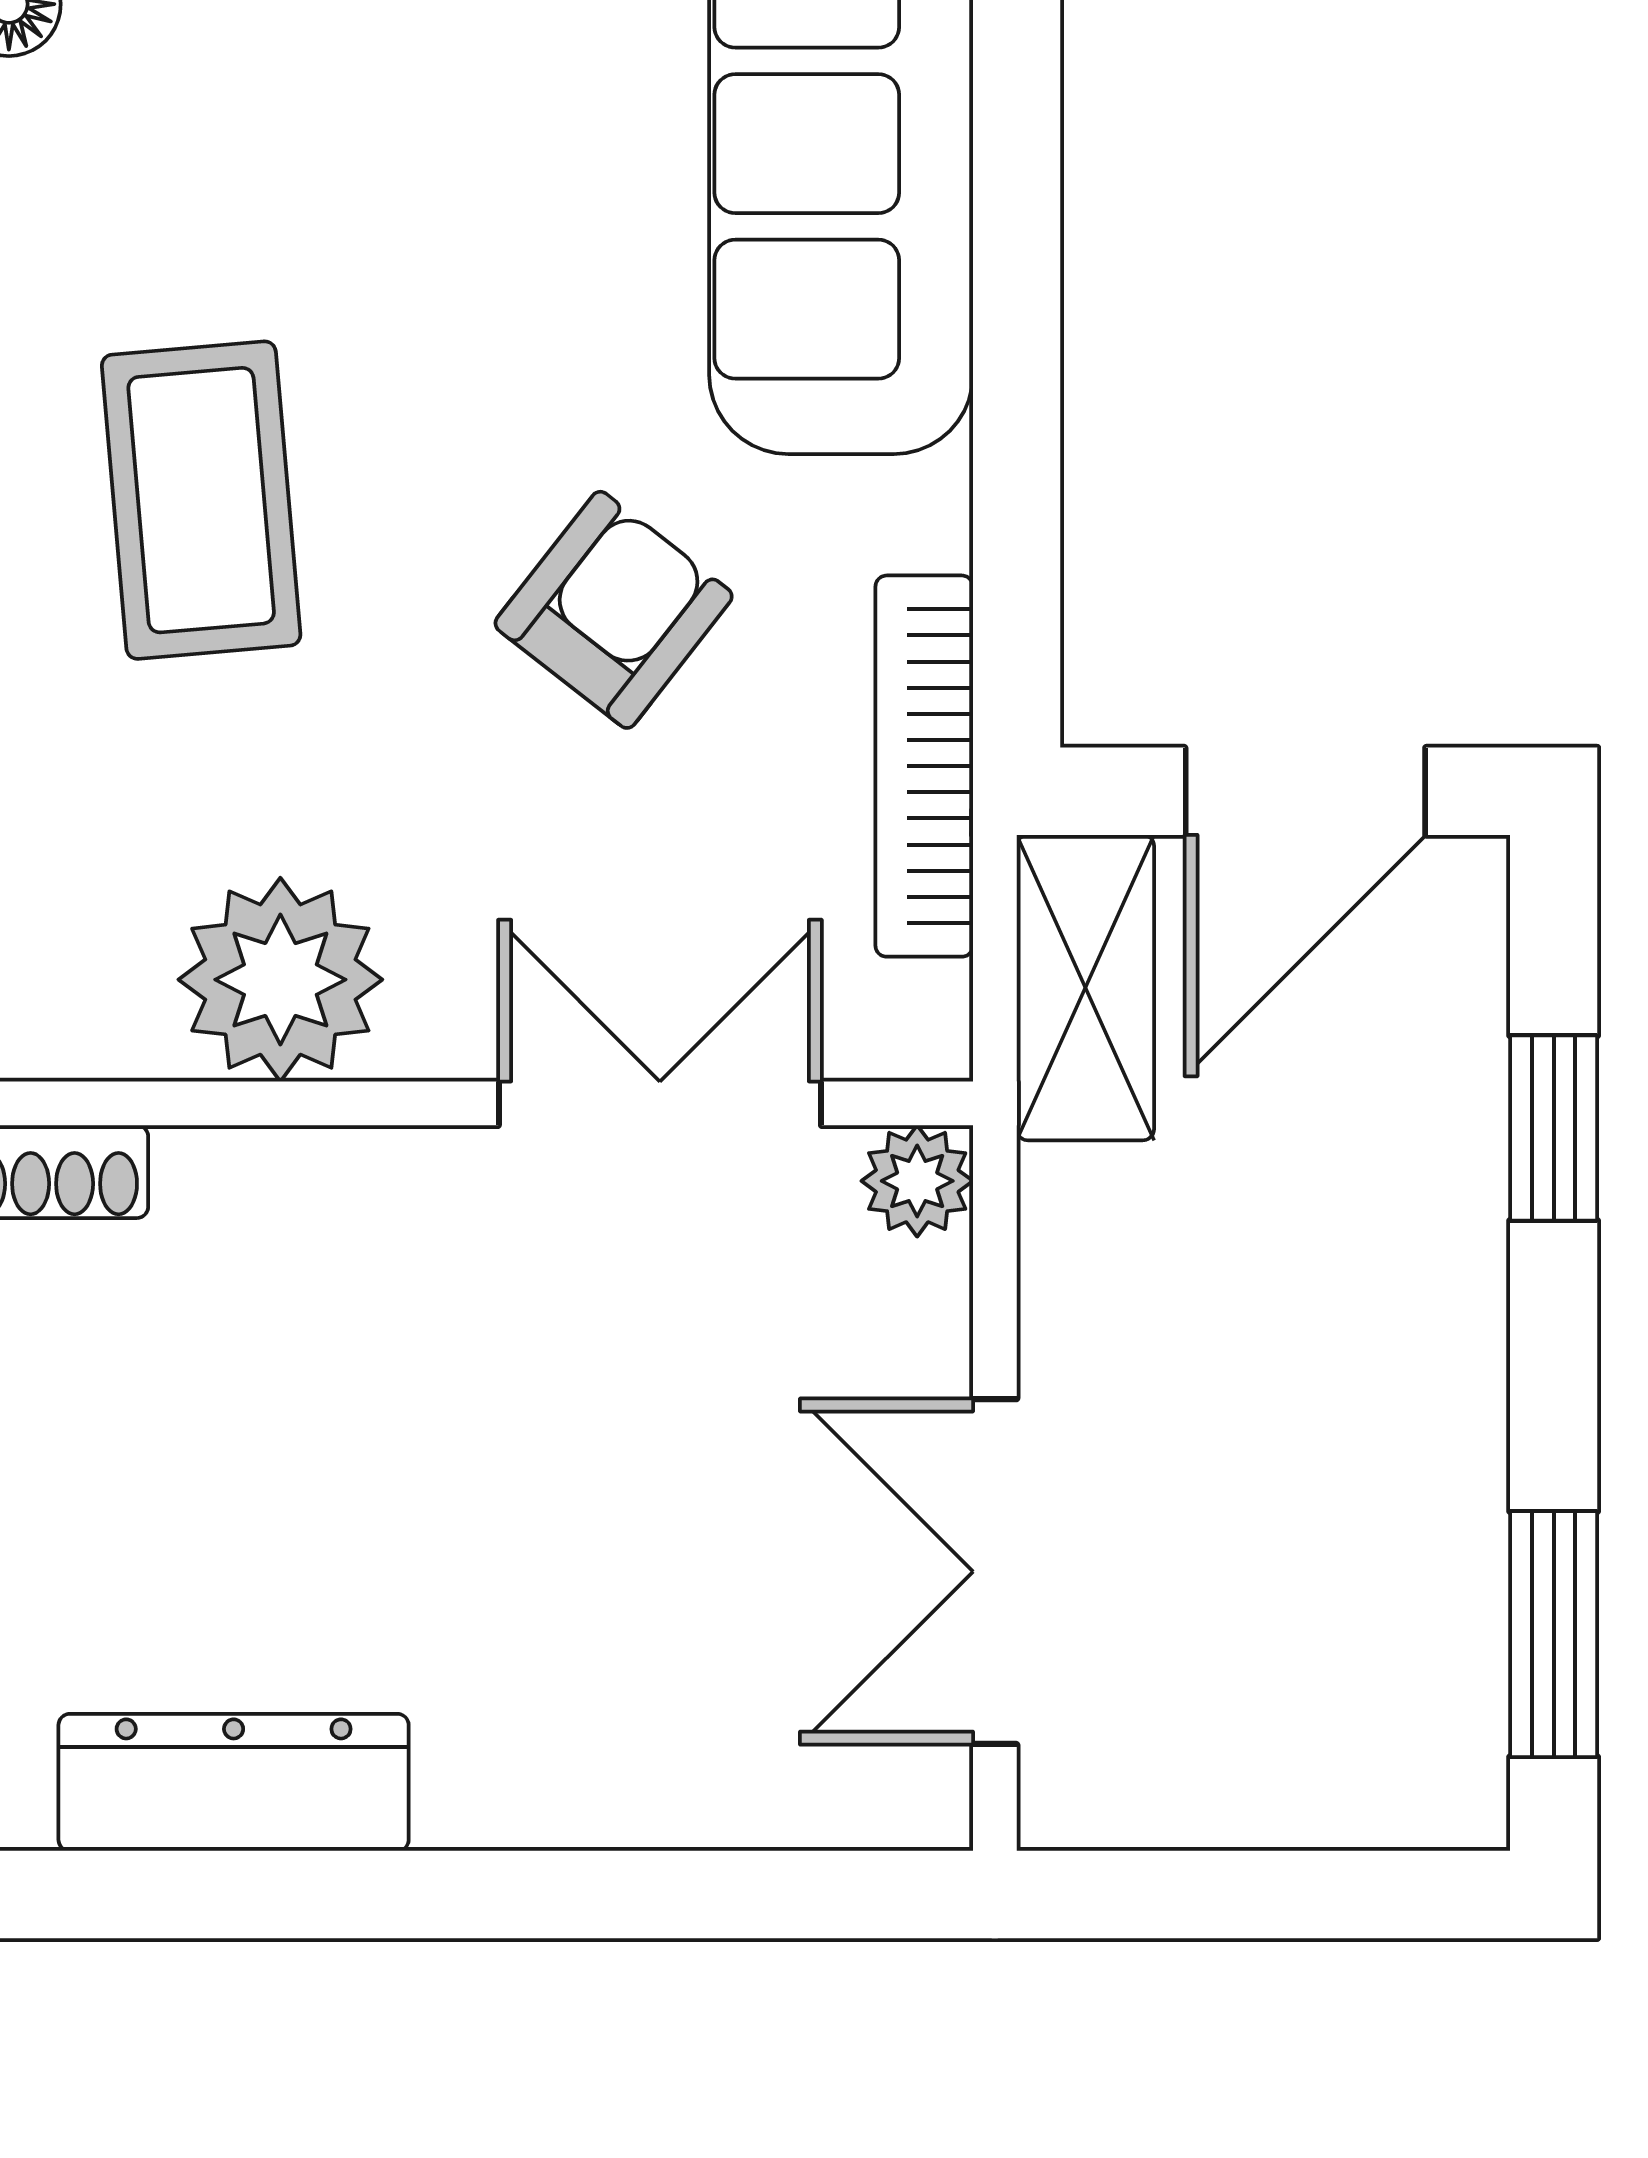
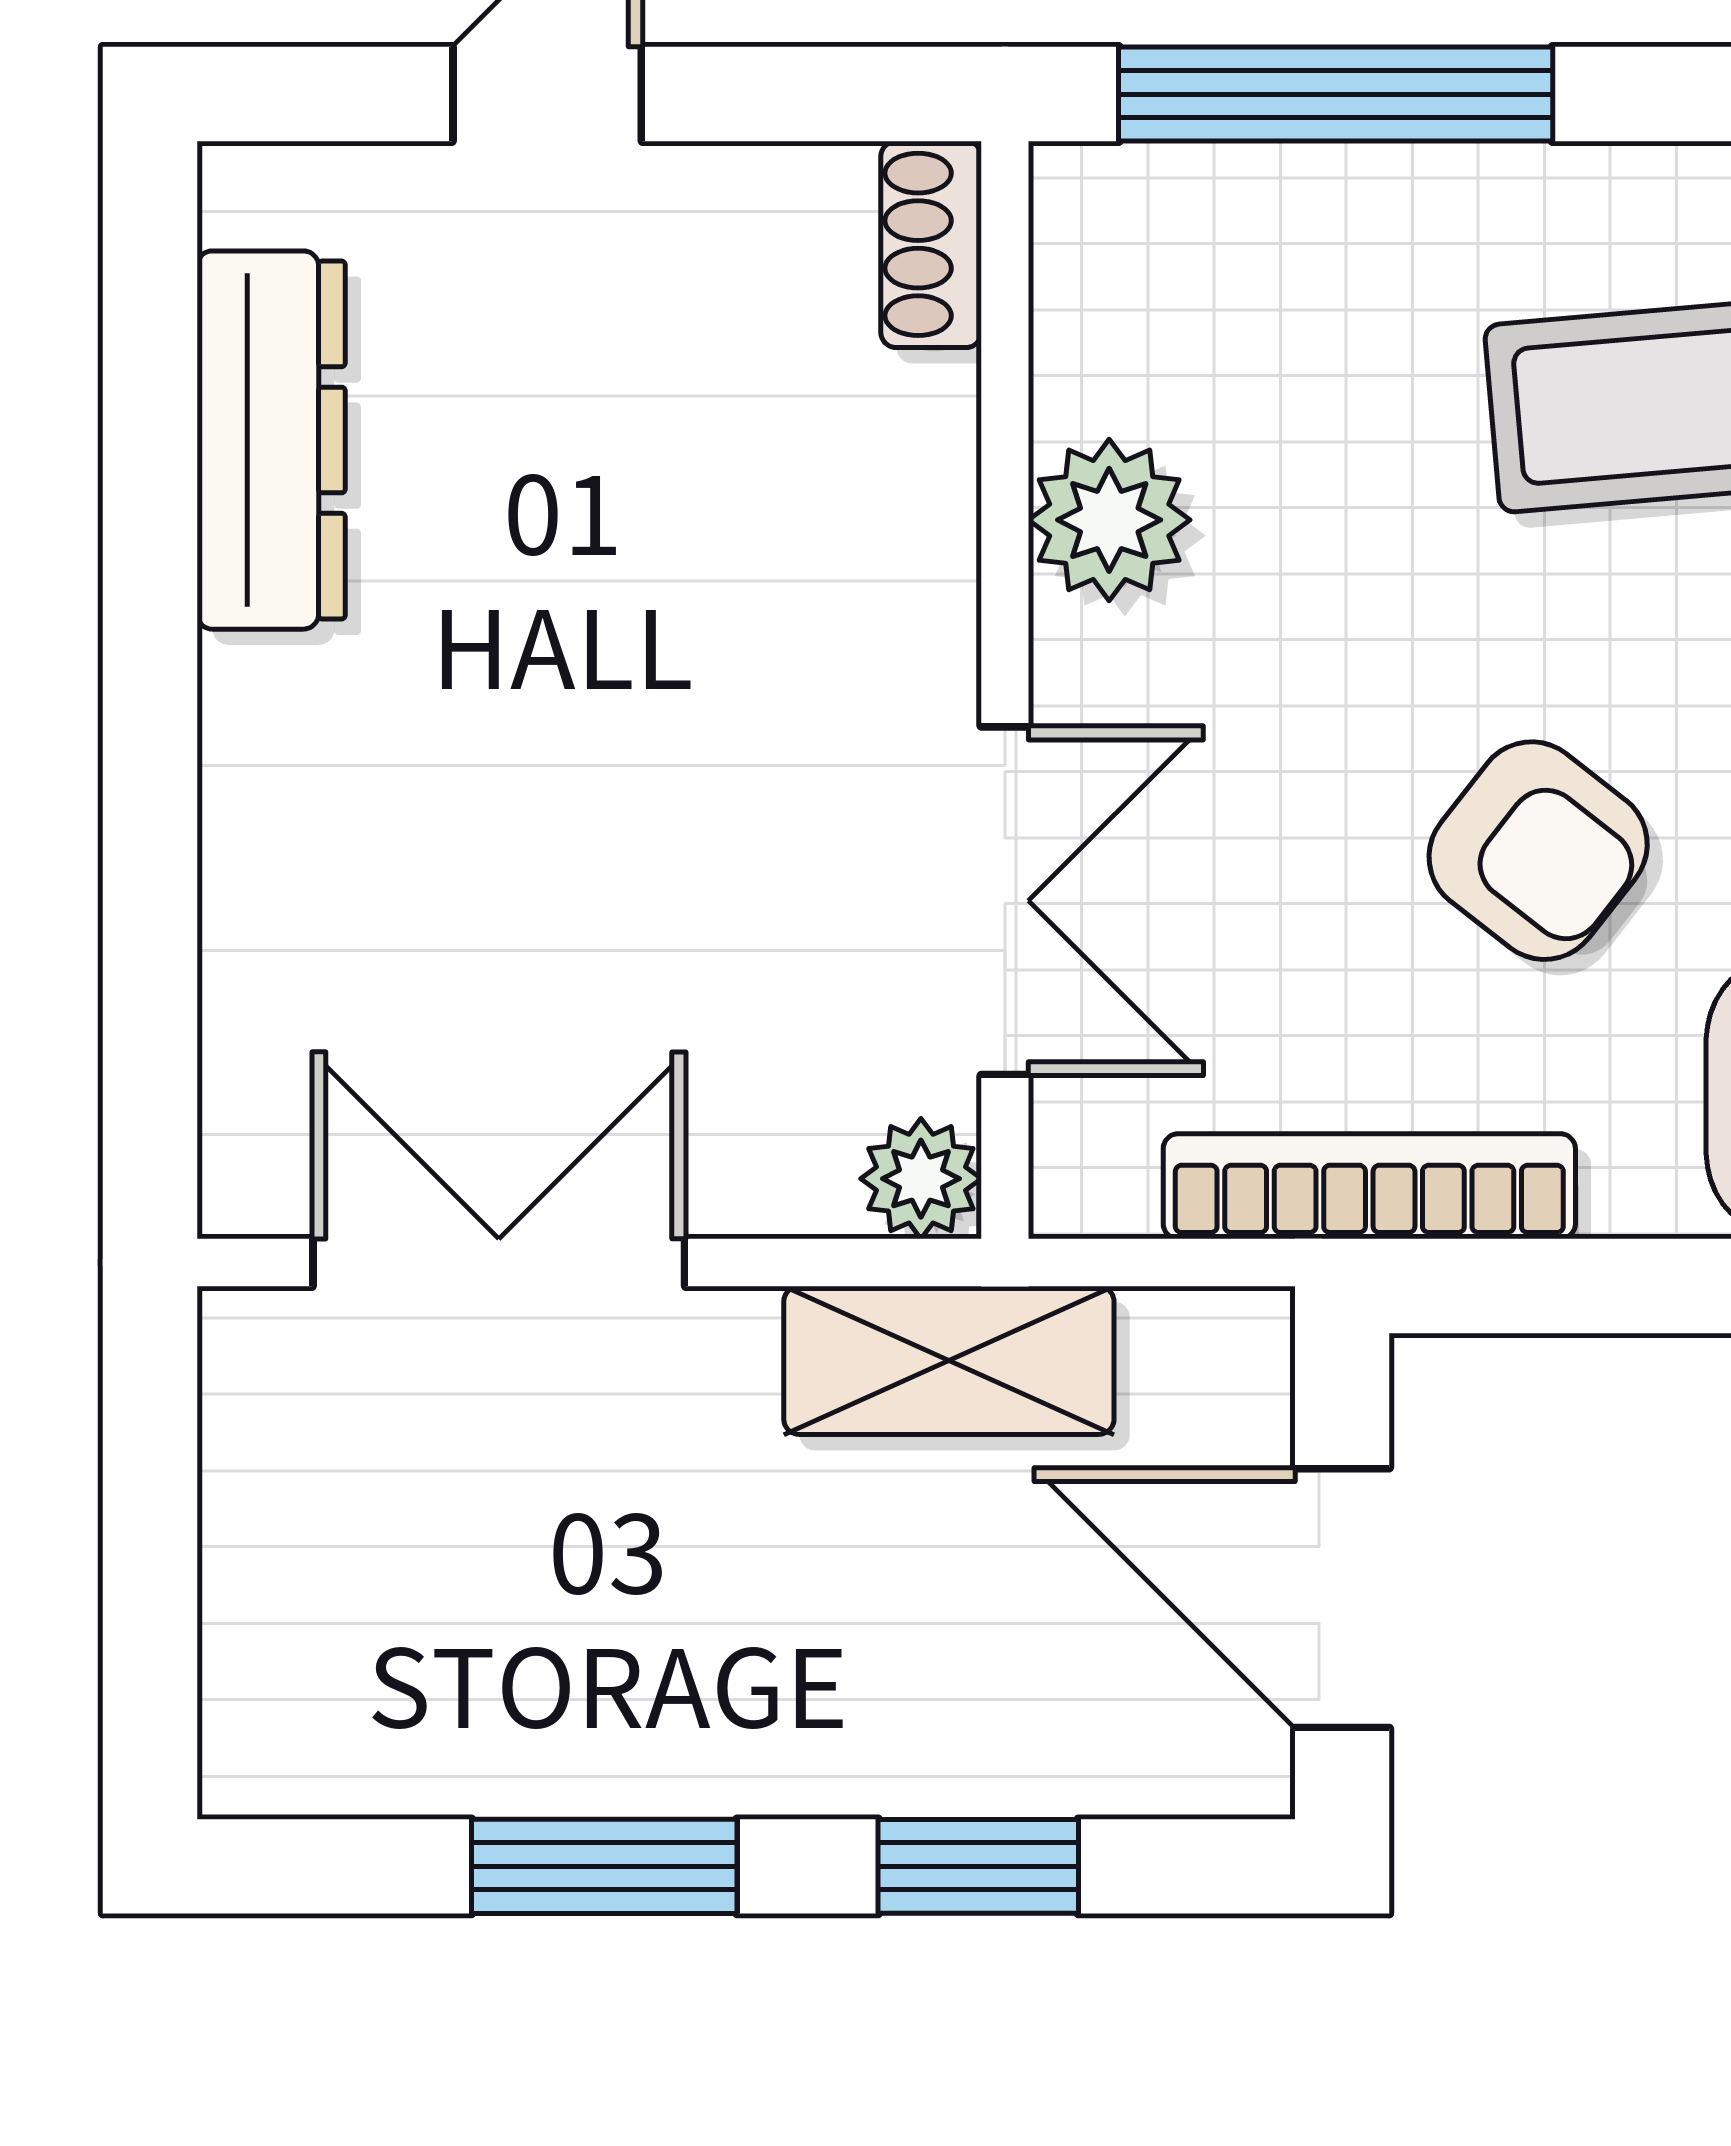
plant: (280, 980) -> (1109, 520), width x0.73, depth x0.73
shelving: (1085, 988) -> (949, 1360), moved
window: (1554, 1634) -> (604, 1866), moved

